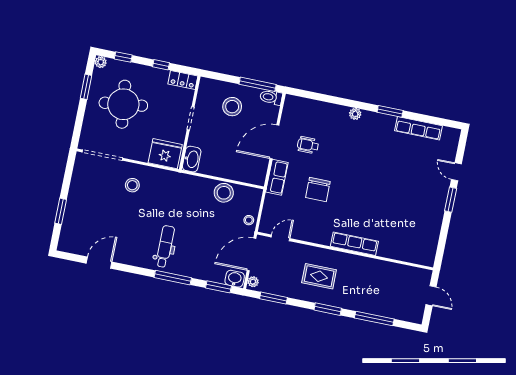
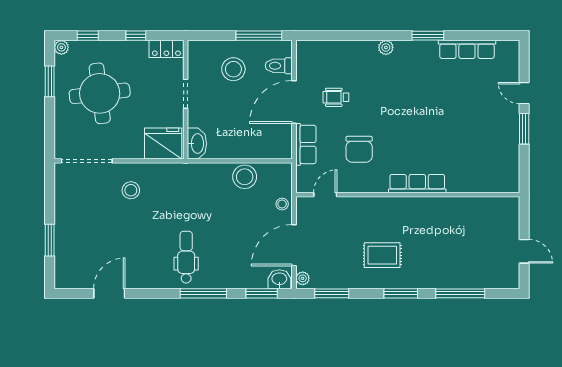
toilet: (271, 97) -> (279, 66), moved
door: (280, 238) -> (325, 195), moved
row of seats: (354, 244) -> (417, 184), moved
wall: (345, 251) -> (408, 195), moved

